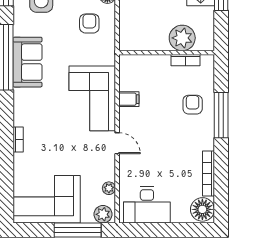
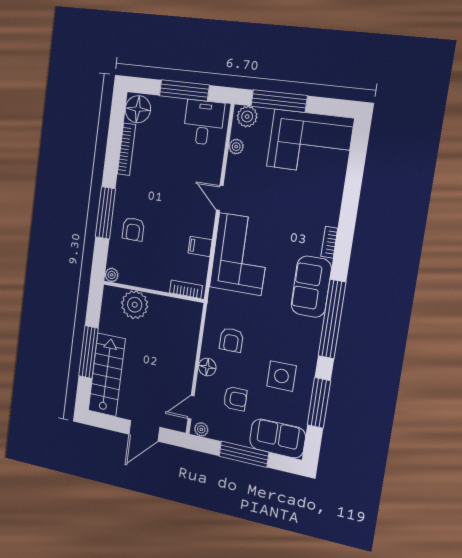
bookcase: (186, 60) -> (186, 289), moved
plant: (208, 61) -> (112, 275), added
sofa: (27, 62) -> (311, 287), moved
bookcase: (18, 139) -> (329, 242), moved
desk: (147, 205) -> (204, 123), width x0.73
window: (162, 230) -> (184, 90), added

